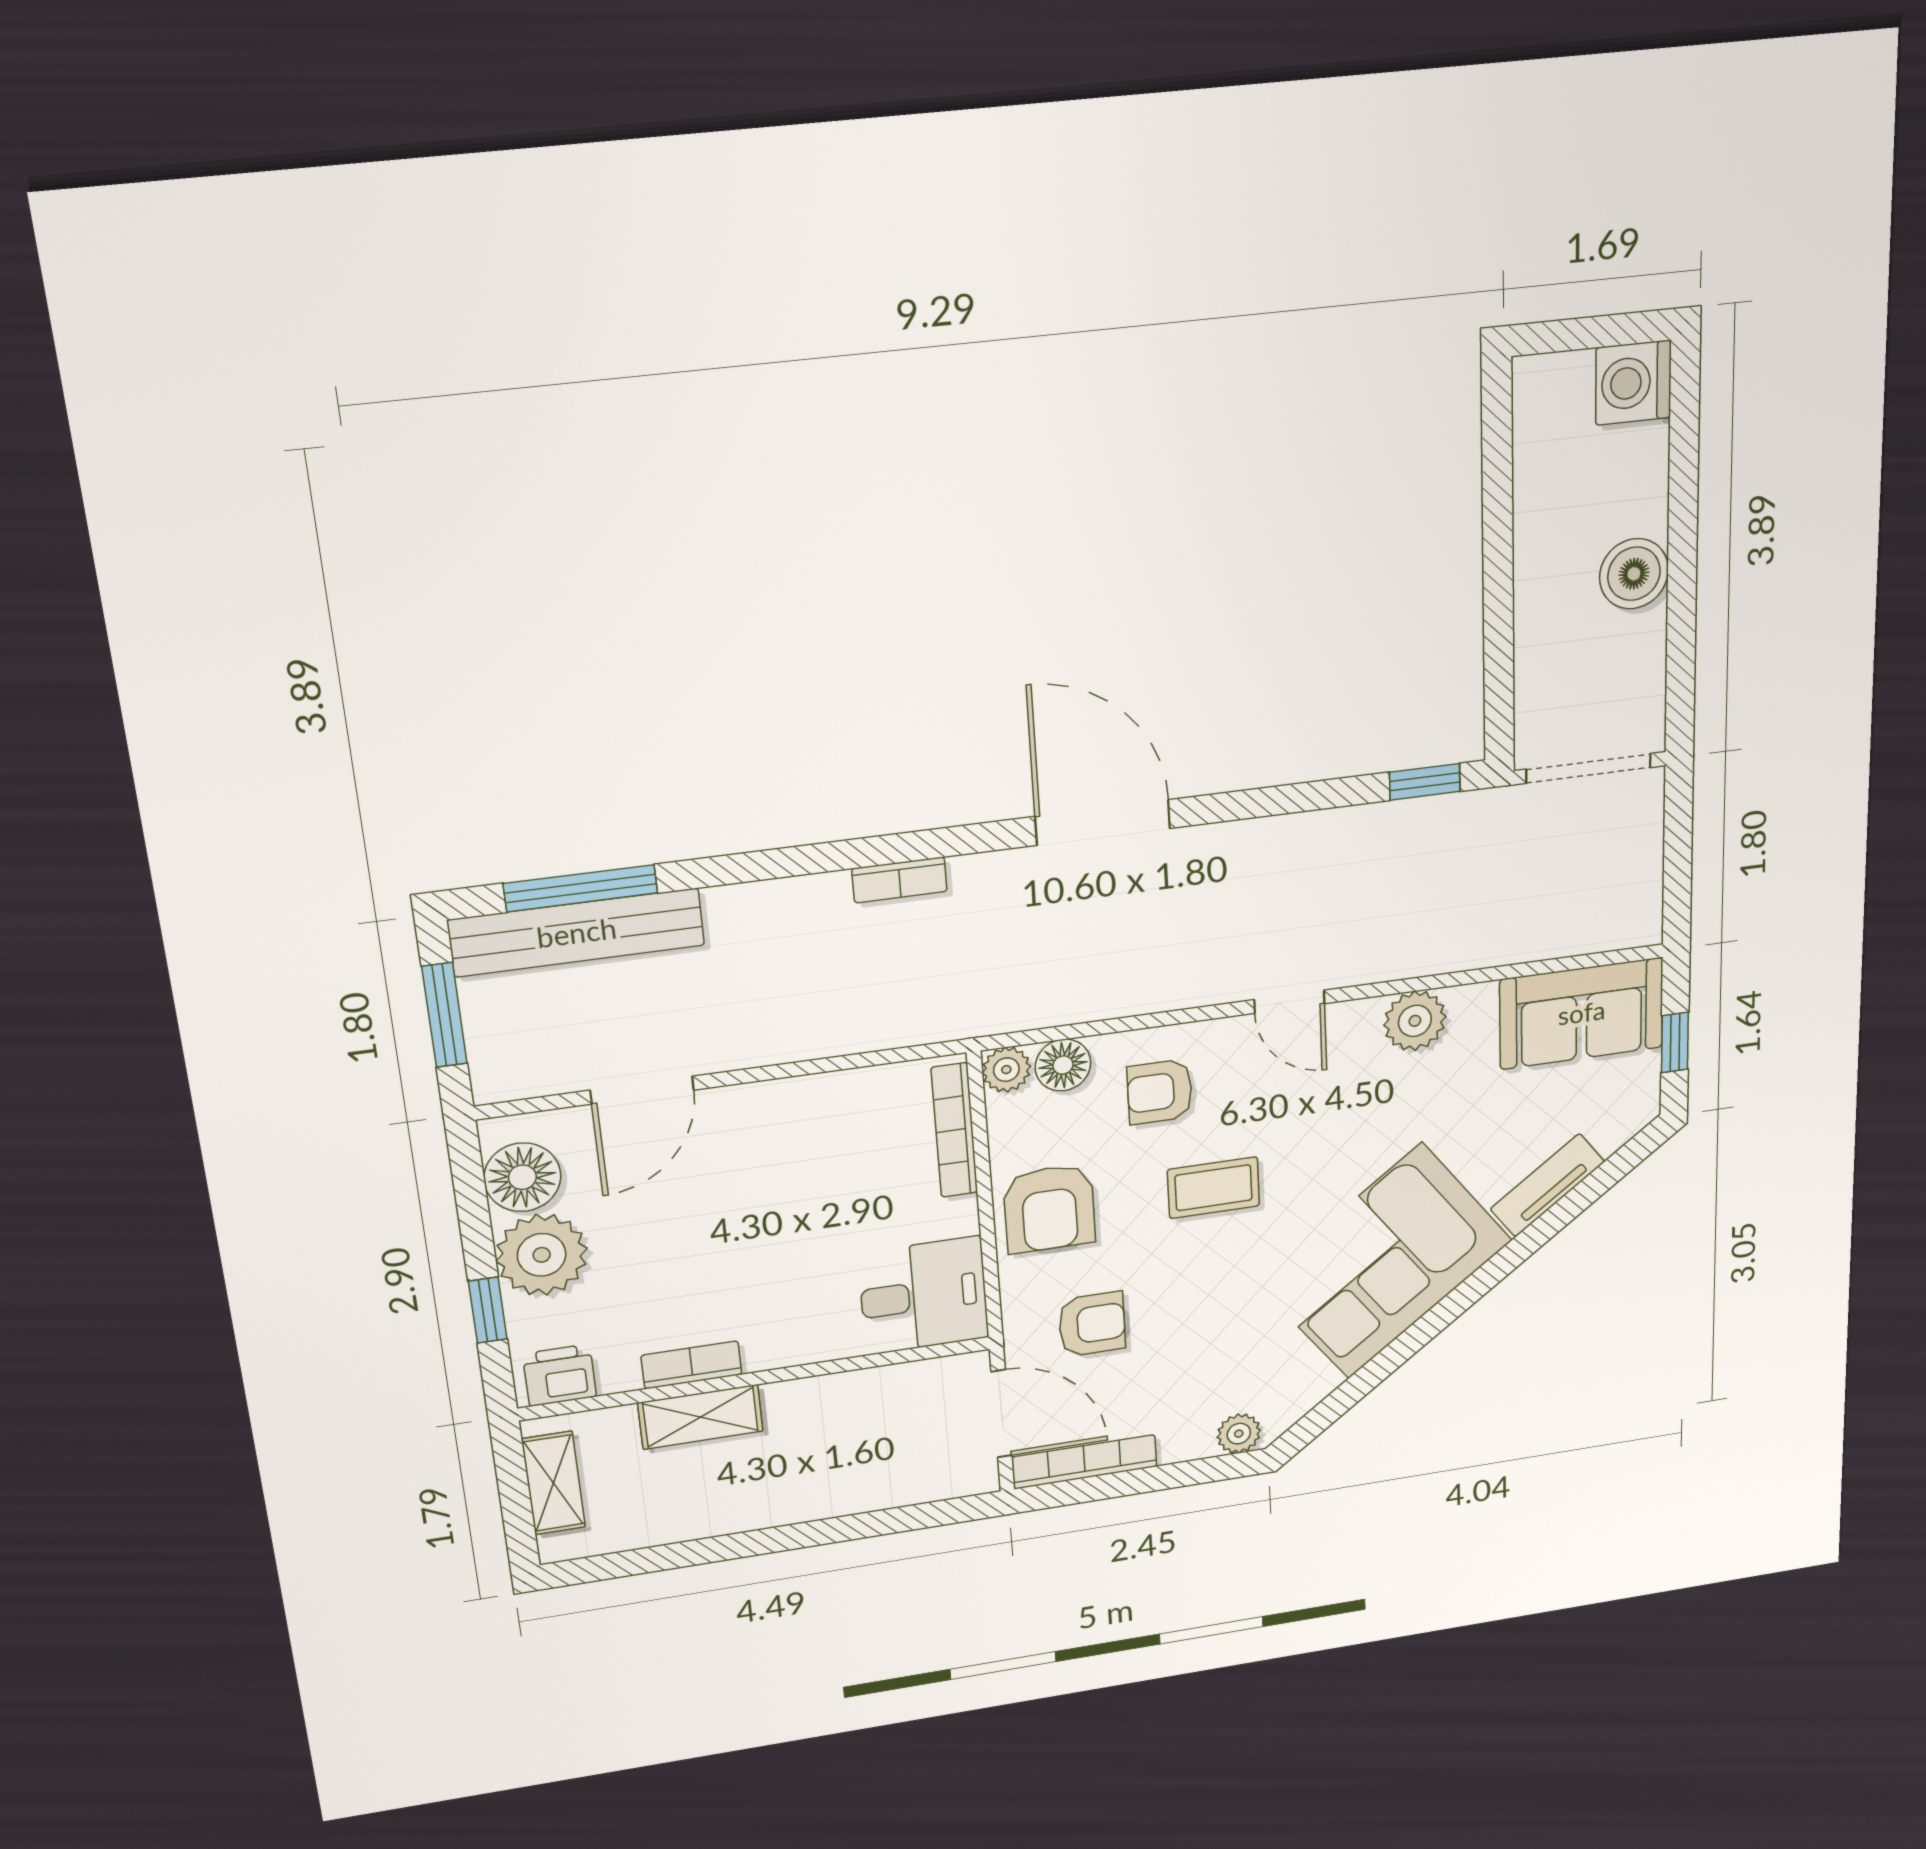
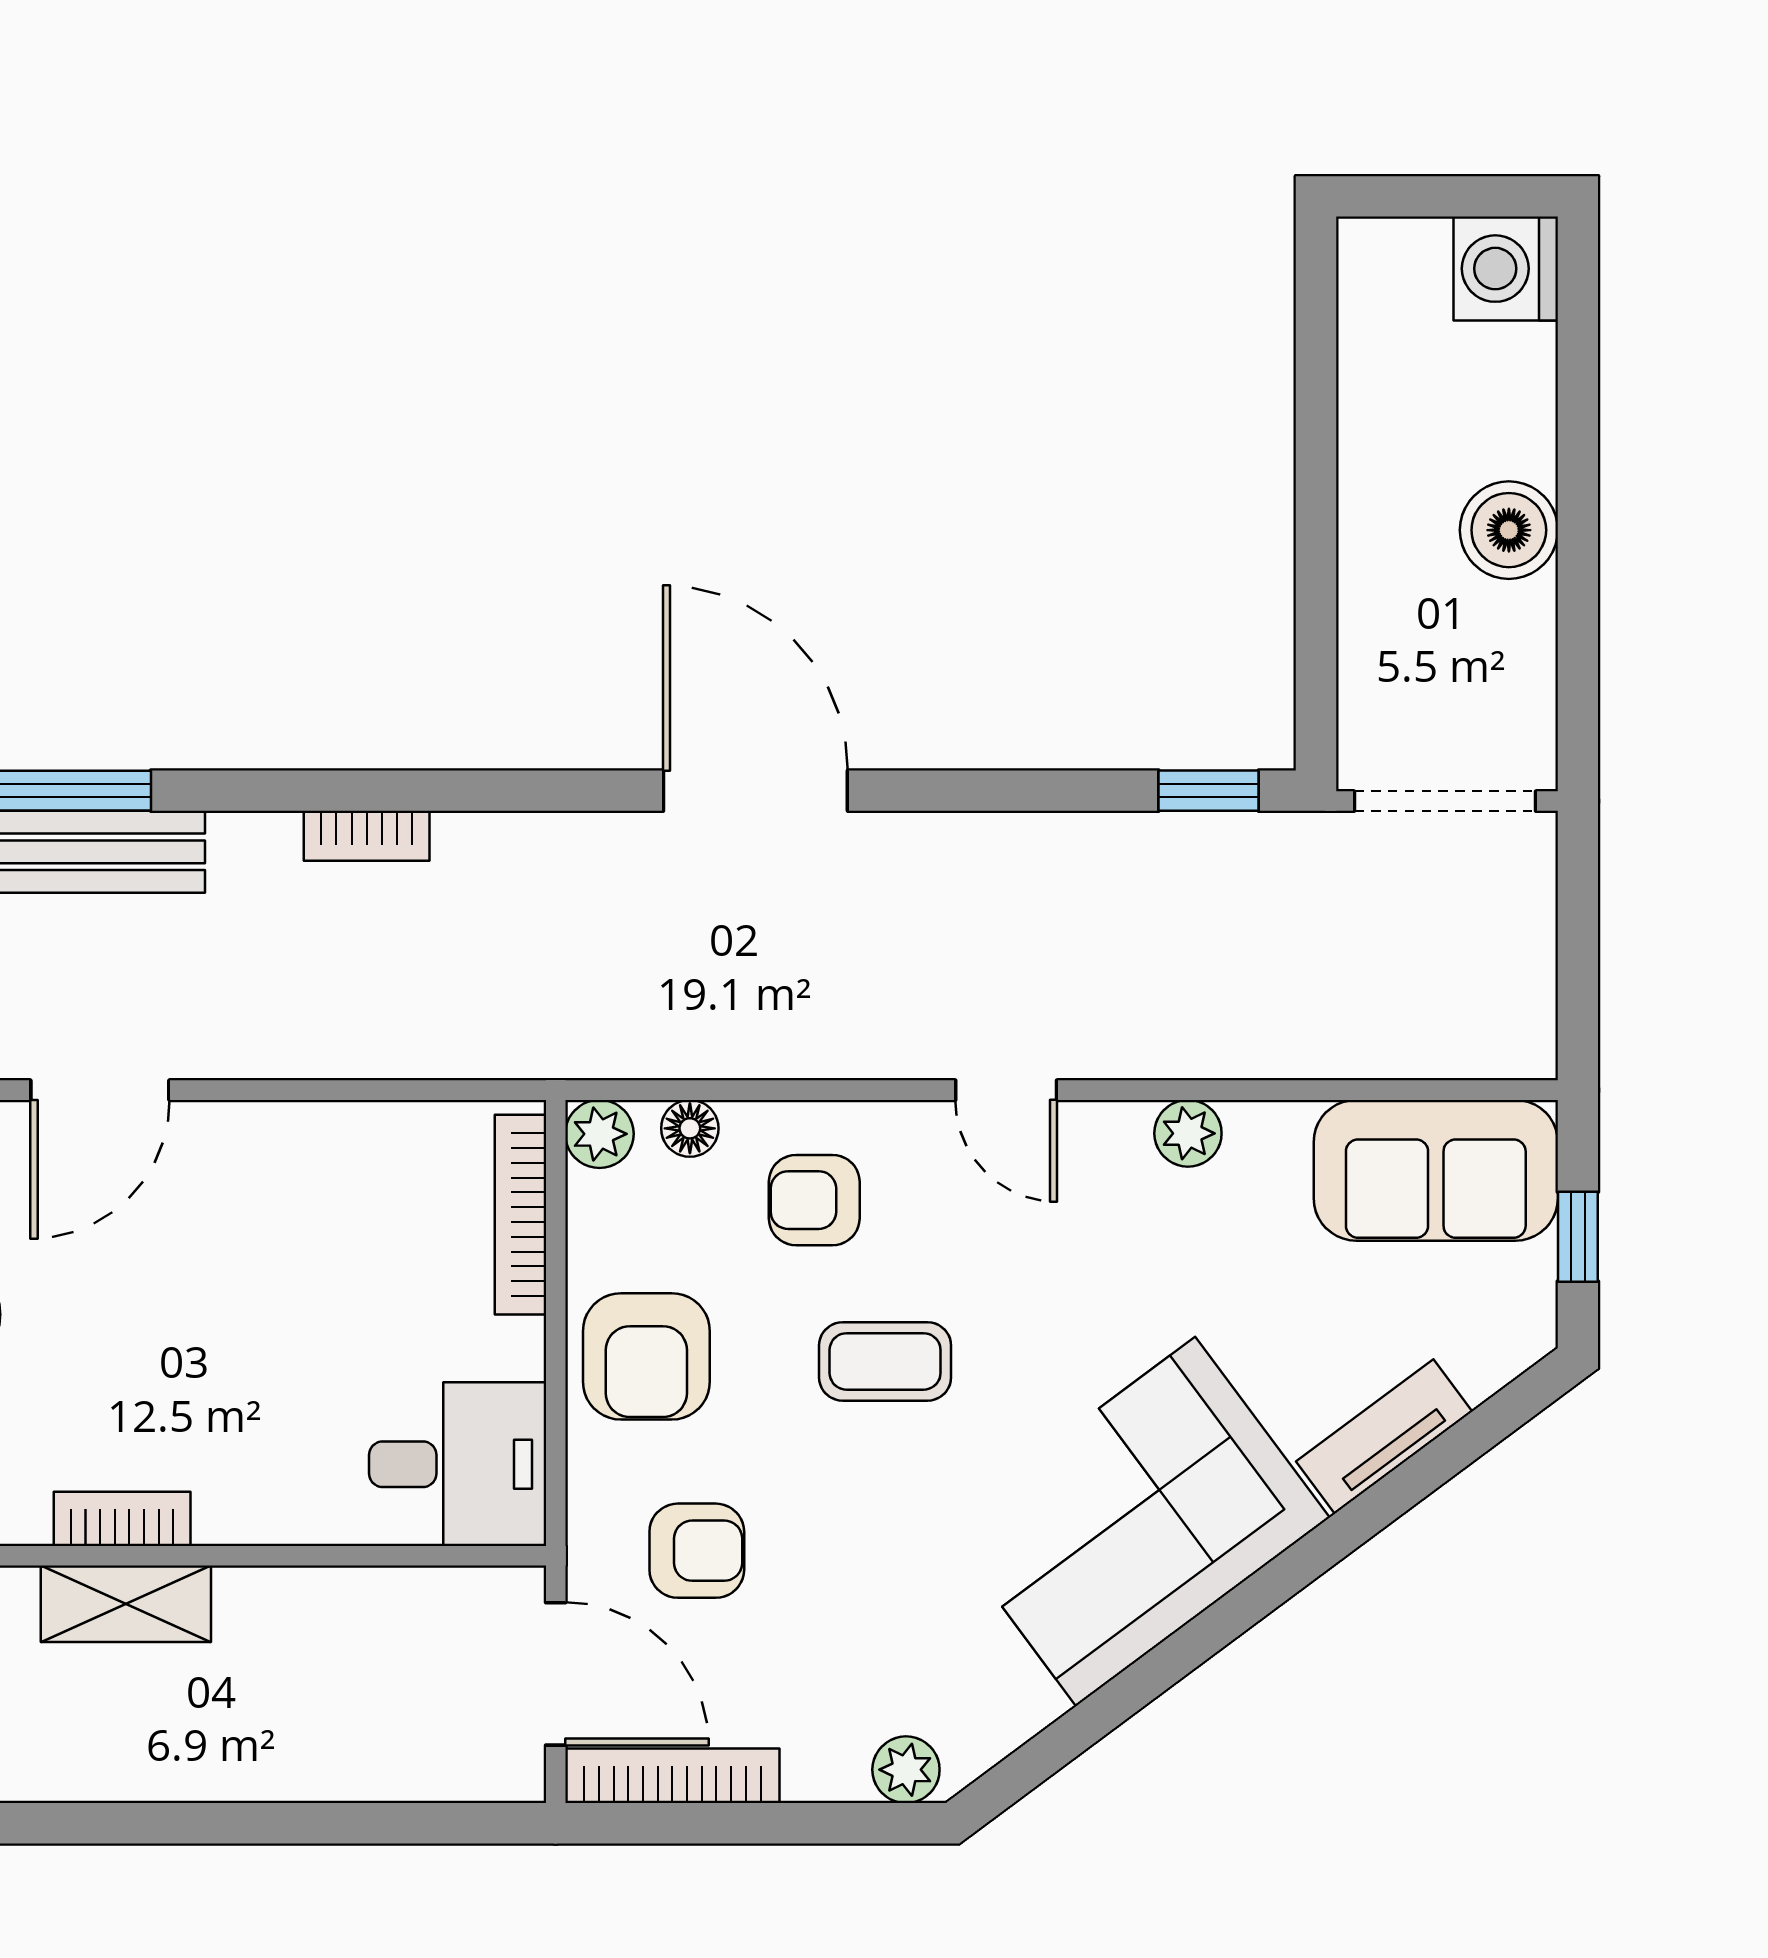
bookcase: (899, 880) -> (367, 836), moved
plant: (1415, 1021) -> (1188, 1133), width x0.73, depth x0.73
floor lamp: (1063, 1065) -> (690, 1128), width x0.73, depth x0.73

